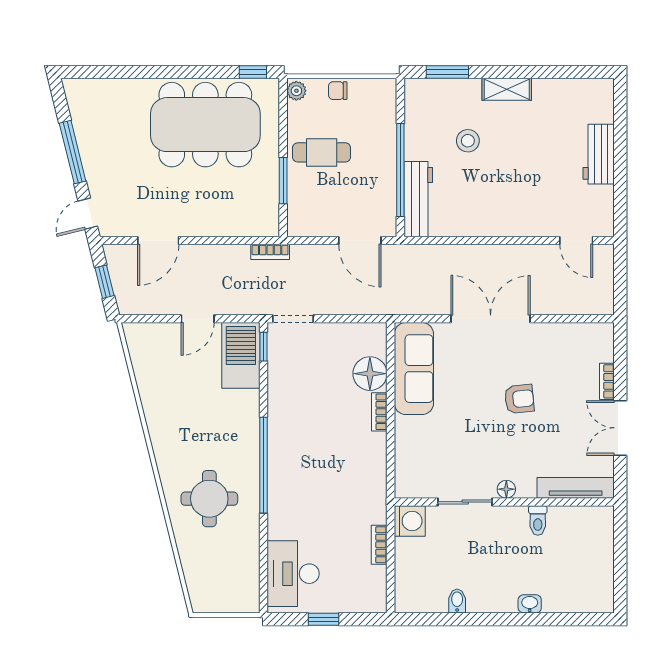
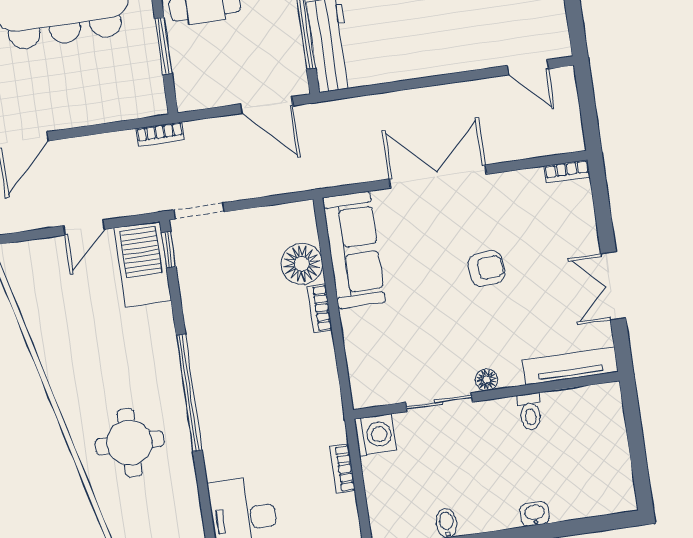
bookcase: (607, 381) -> (567, 171), moved, turned -90

